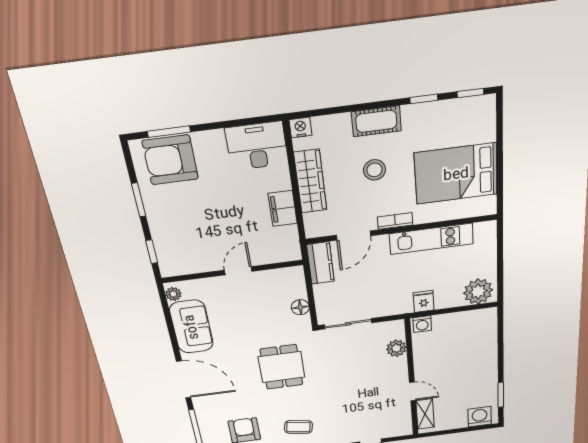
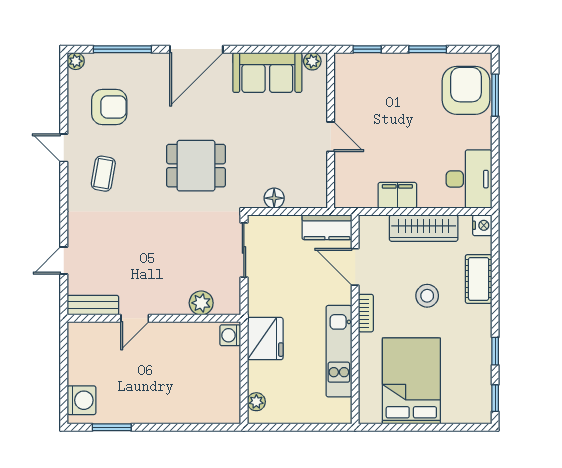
cot: (376, 121) -> (479, 279), moved
plant: (478, 292) -> (256, 402), width x0.53, depth x0.53
fridge: (424, 301) -> (265, 339), width x1.88, depth x1.34
shelving: (425, 414) -> (97, 332), removed
bench: (404, 420) -> (93, 305), added

